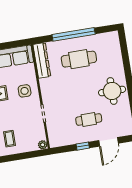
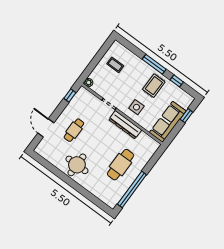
window: (74, 34) -> (132, 189), moved
dresser: (42, 60) -> (125, 125), moved
window: (83, 146) -> (70, 95), moved

